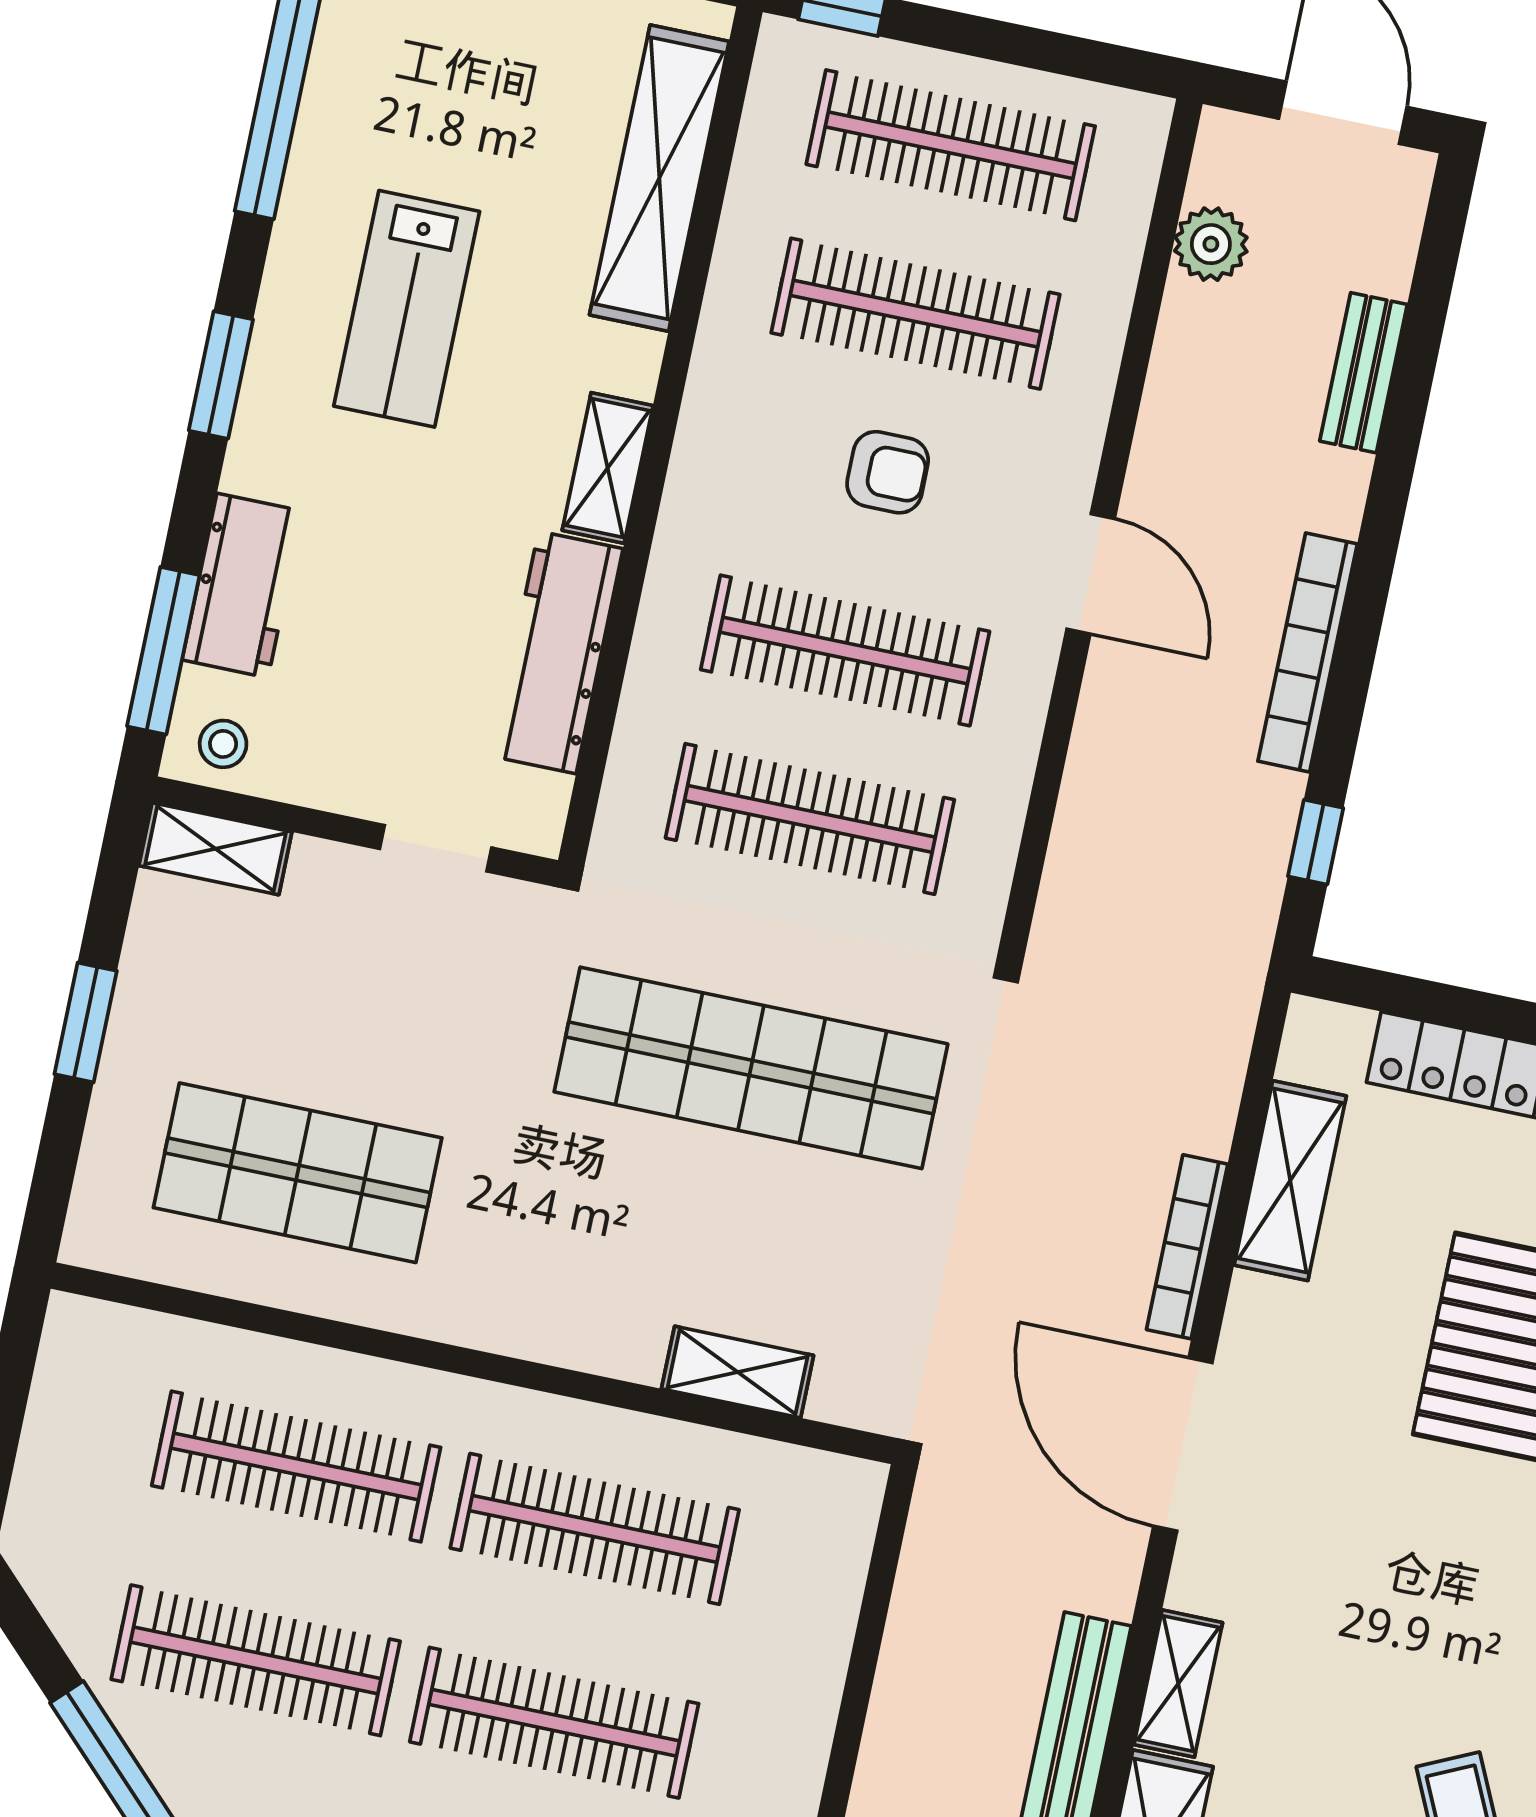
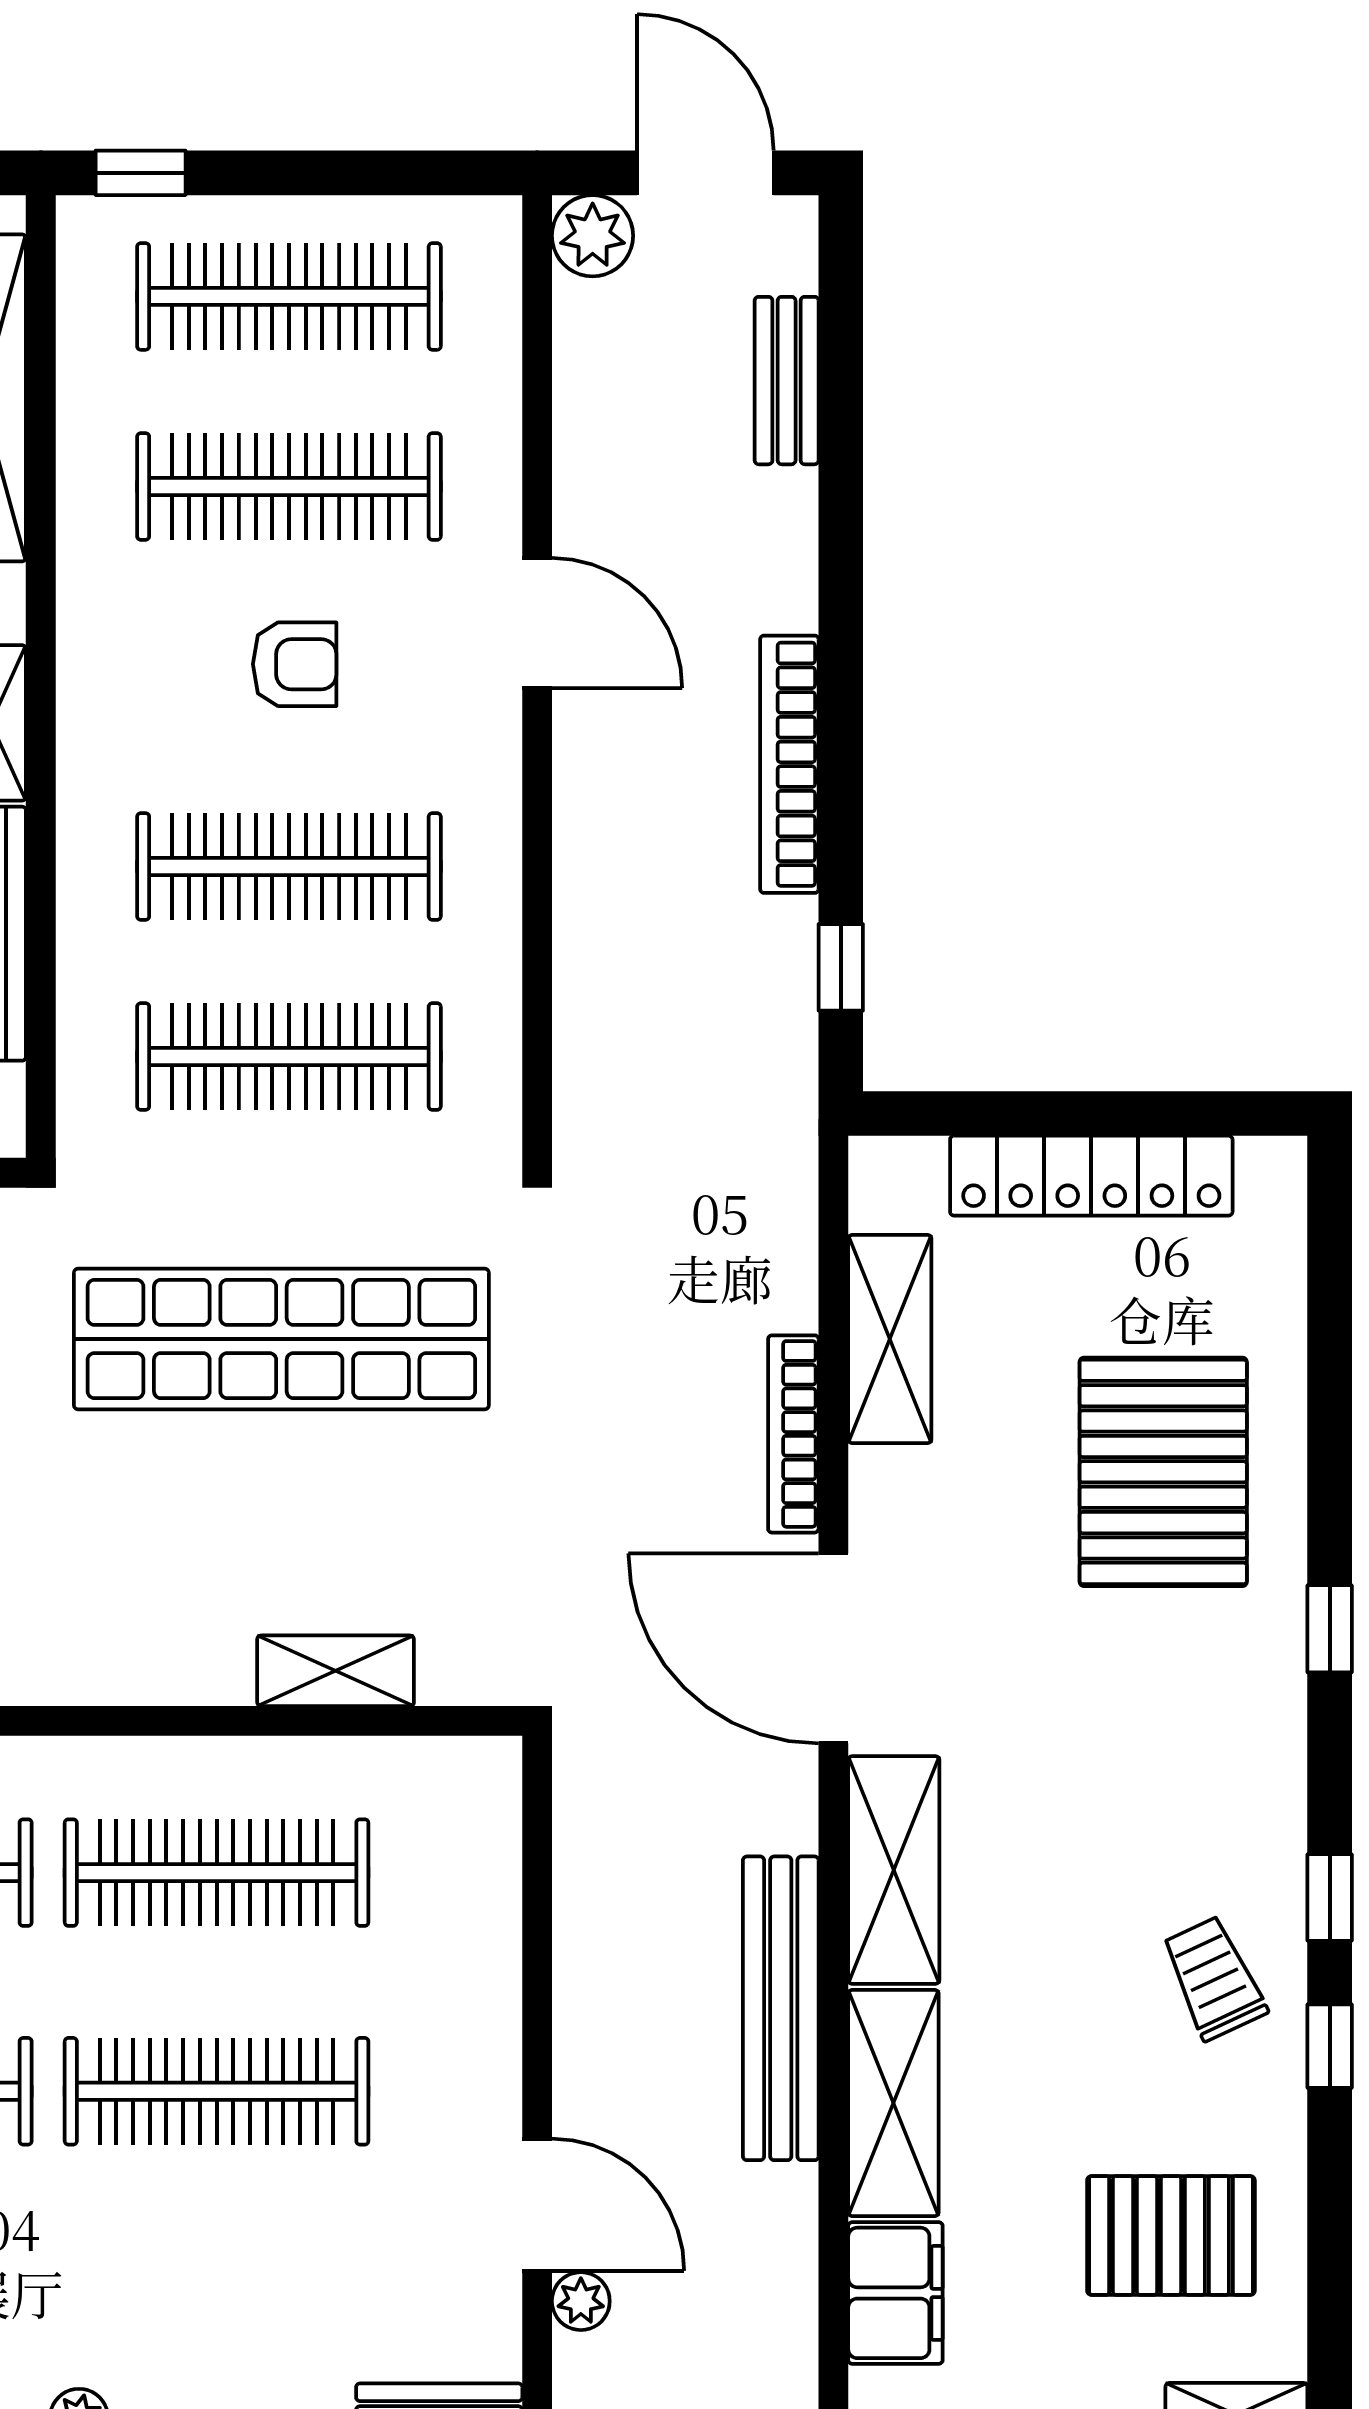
plant: (1211, 244) -> (593, 236), moved
bench: (1364, 373) -> (787, 381), moved
door: (1091, 574) -> (537, 623), moved
shelving: (1178, 1684) -> (894, 1870), width x1.50, depth x1.33

